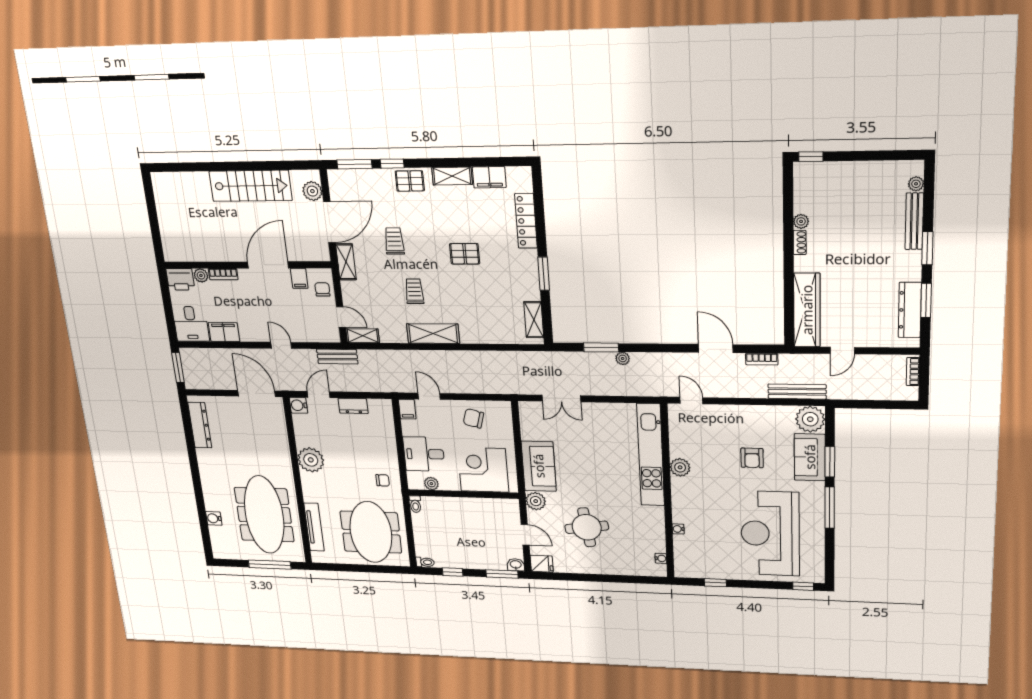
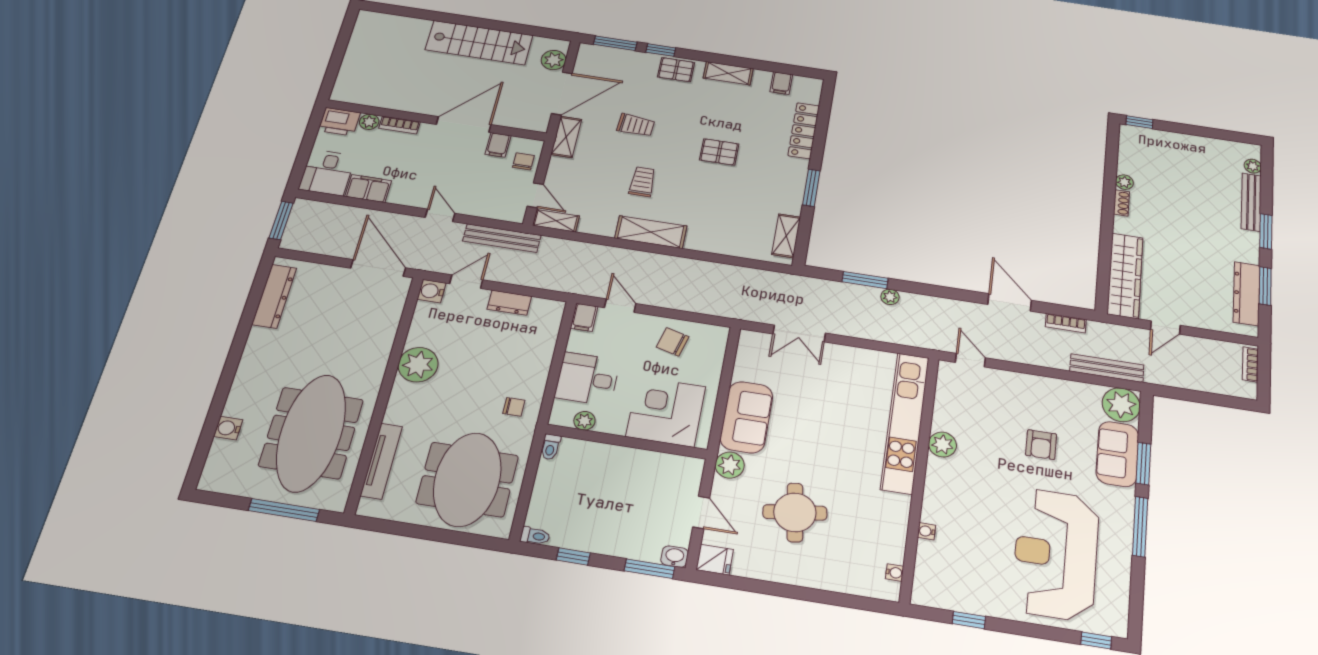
filing cabinet: (489, 177) -> (781, 83), width x0.50
trolley: (394, 241) -> (636, 125), turned 94
bench: (337, 357) -> (502, 238), width x1.36

